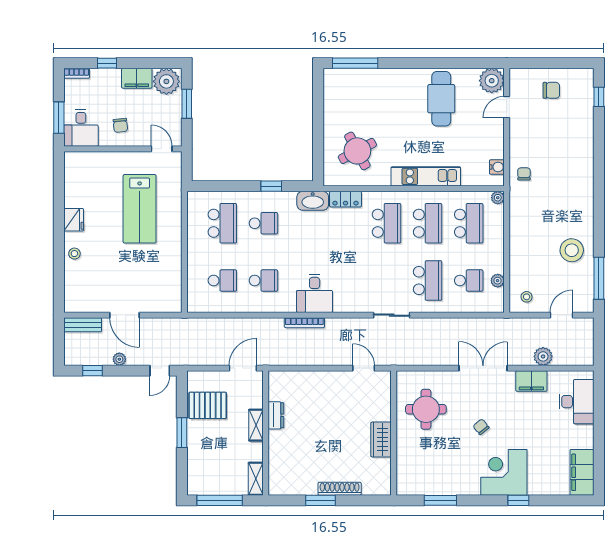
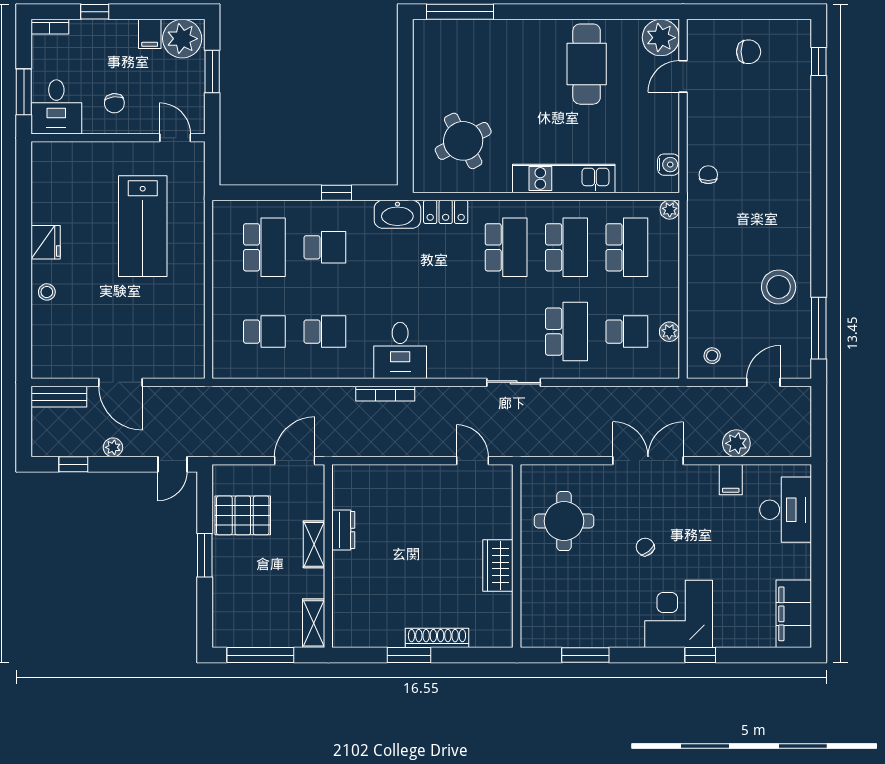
filing cabinet: (137, 78) -> (150, 34), width x0.50
filing cabinet: (531, 381) -> (731, 480), width x0.50

